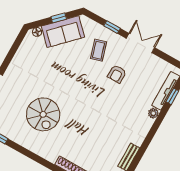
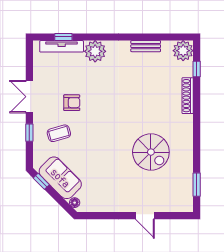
window: (59, 18) -> (41, 181), moved
plant: (153, 113) -> (95, 51), width x1.87, depth x1.87
spiral stairs: (43, 114) -> (151, 152), turned 90

